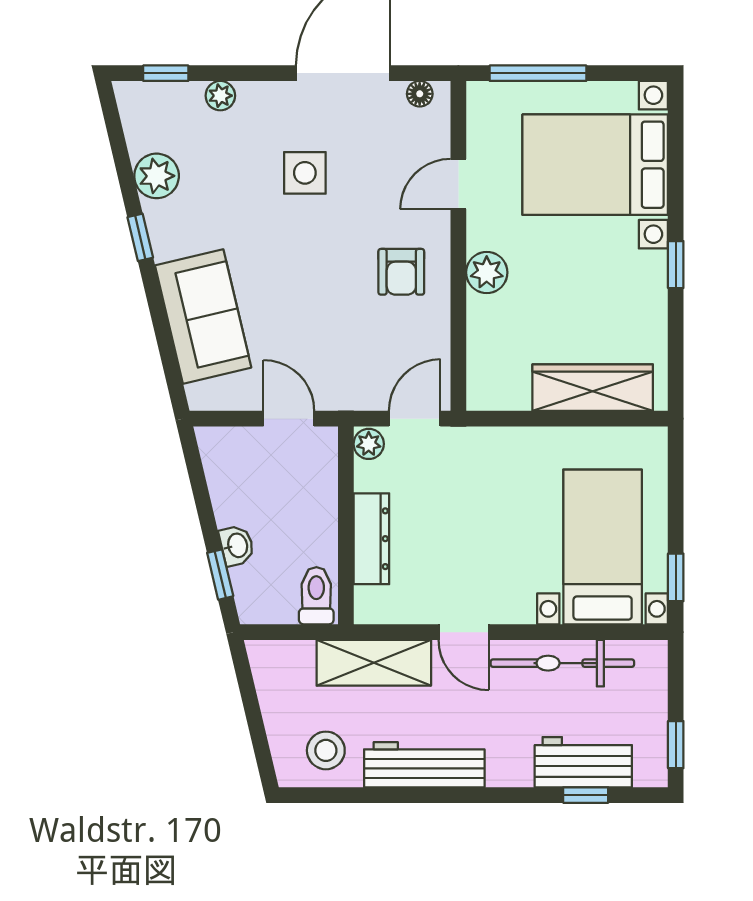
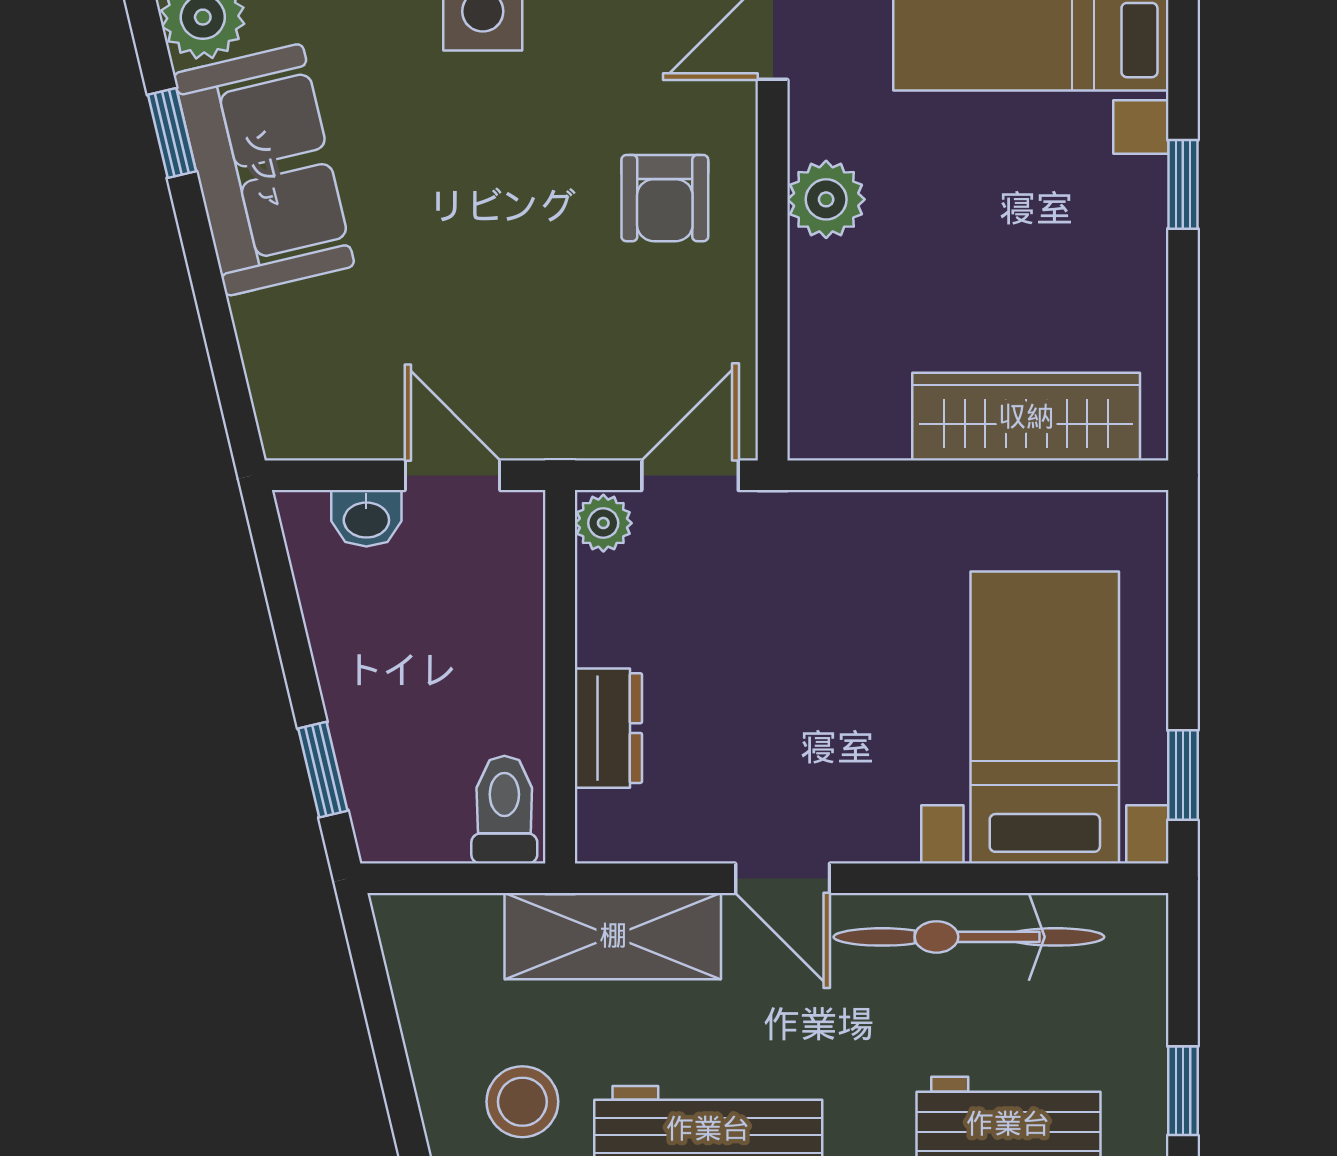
sofa: (203, 317) -> (264, 170), moved
dresser: (371, 539) -> (608, 728), width x0.70
washbasin: (237, 546) -> (366, 518), moved, turned 103

